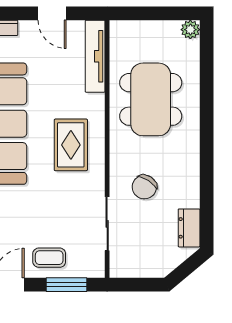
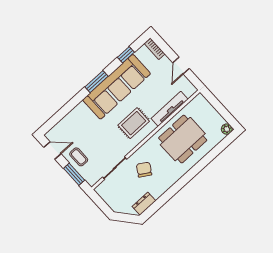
tv unit: (95, 56) -> (170, 109), moved
chair: (144, 187) -> (144, 170), turned 89

